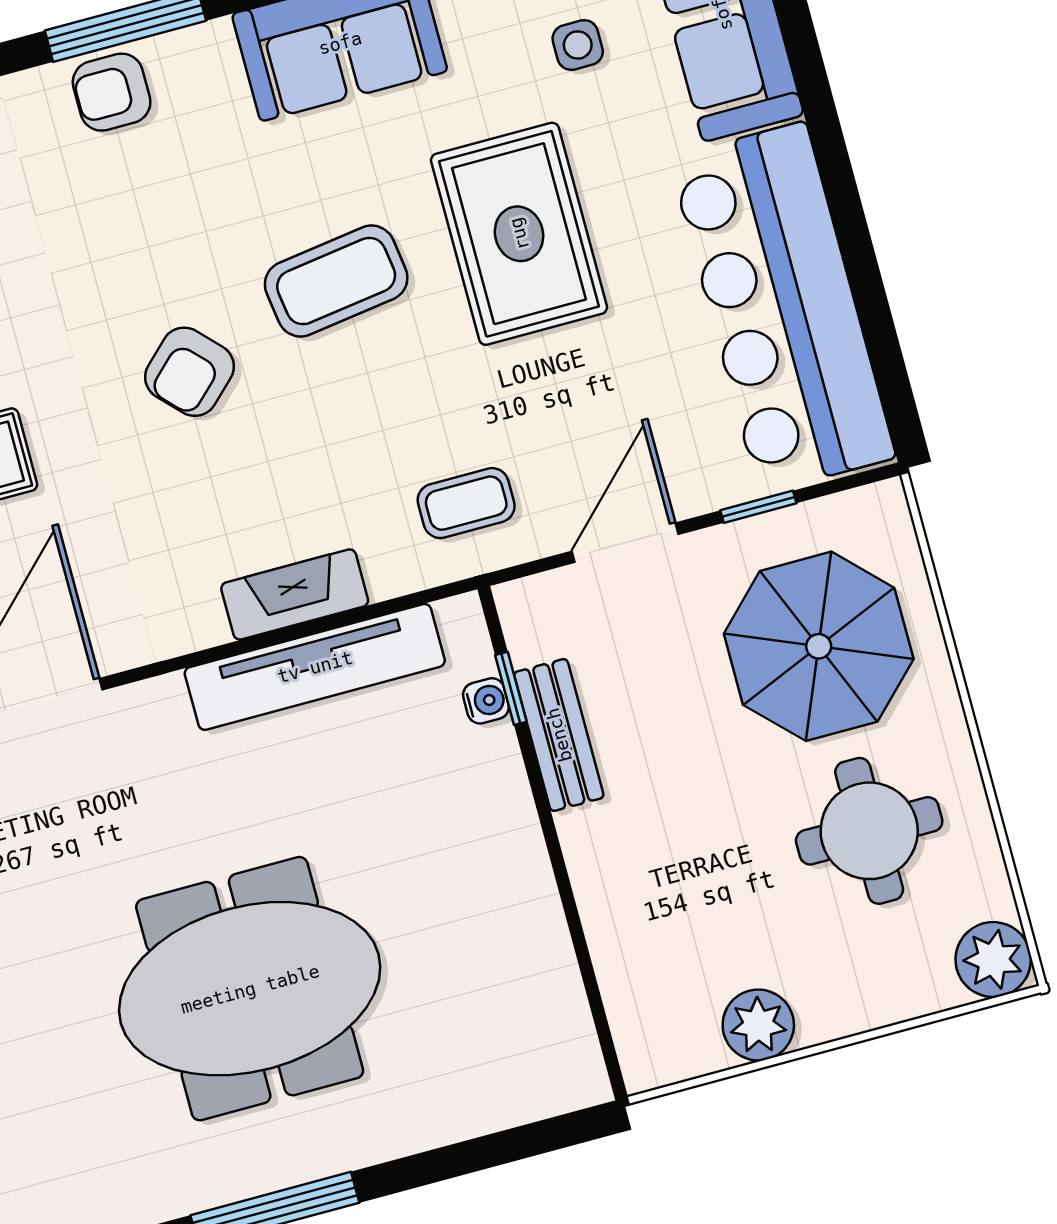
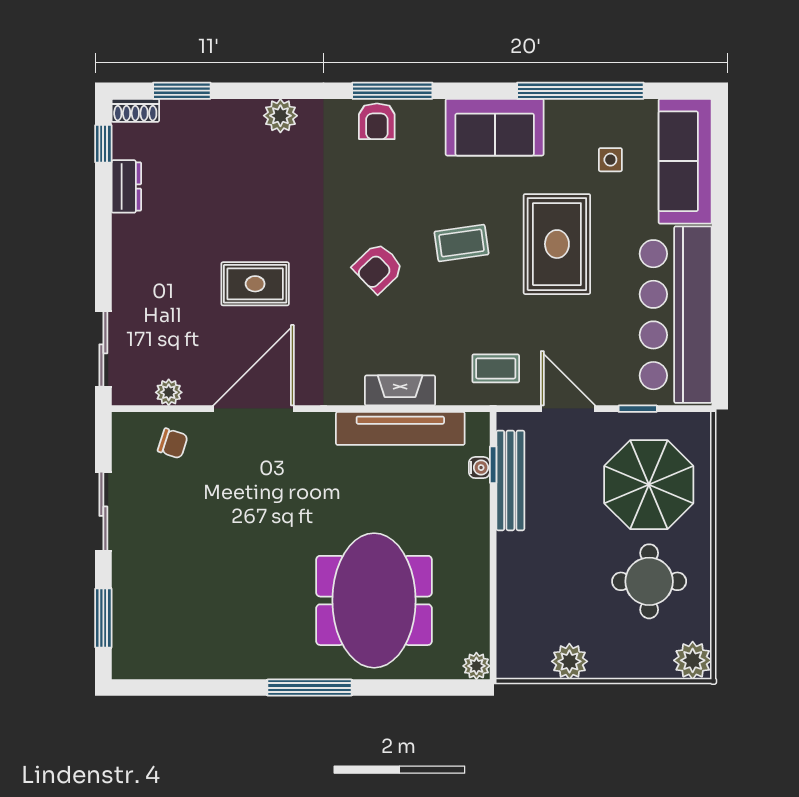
armchair: (112, 92) -> (377, 121), turned -90
coffee table: (336, 281) -> (461, 243), width x0.73, depth x0.77
door: (625, 543) -> (568, 409), hinge flipped
bench: (559, 735) -> (510, 480), width x1.36
meeting table: (250, 989) -> (374, 600), moved, turned 90
plant: (583, 1082) -> (476, 666), added

